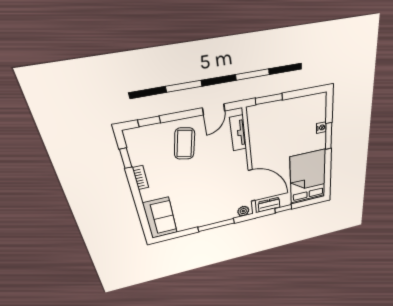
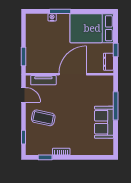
door: (252, 186) -> (73, 74), moved
plant: (243, 211) -> (109, 83), removed
sofa: (160, 218) -> (104, 122), moved, turned -90

